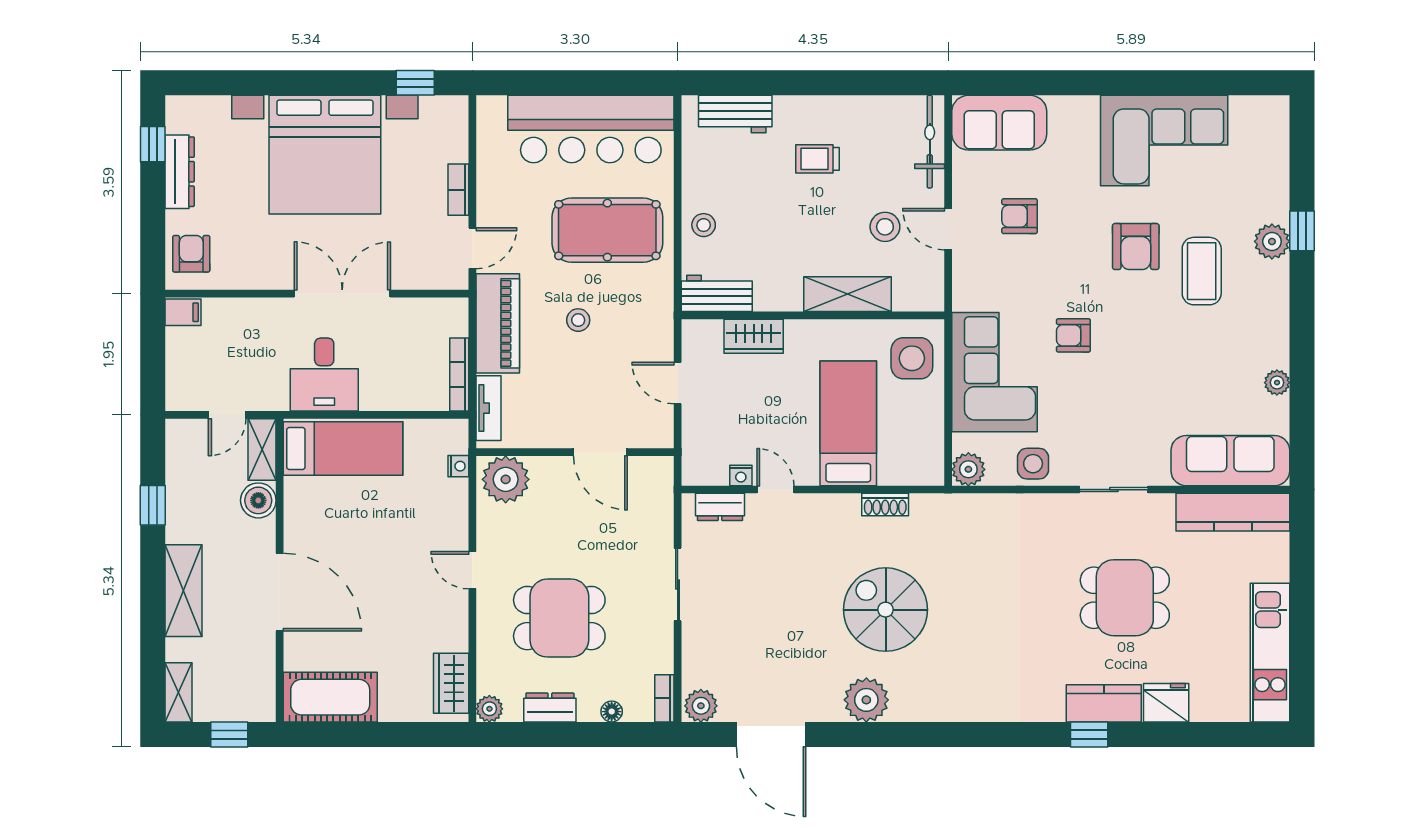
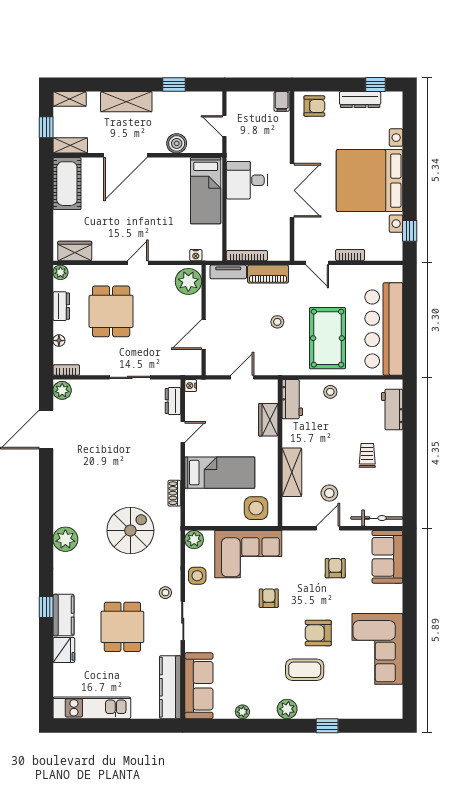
plant: (1272, 241) -> (287, 709), moved
piano: (498, 323) -> (268, 274), width x0.73, depth x0.75
shelving: (262, 449) -> (70, 145), moved
nightstand: (741, 475) -> (191, 386), moved
stool: (1063, 521) -> (165, 593), added
spiral stairs: (886, 610) -> (130, 530), moved
plant: (866, 700) -> (65, 539), moved

